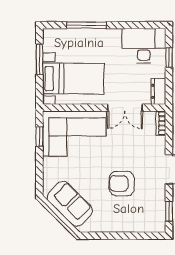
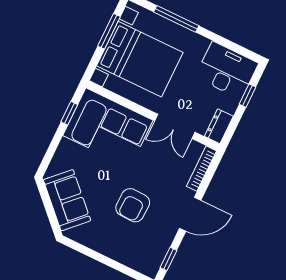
bed with nightstands: (73, 79) -> (140, 59), width x1.36
bookcase: (161, 123) -> (202, 169), width x1.56
armchair: (122, 183) -> (133, 205), turned -88

